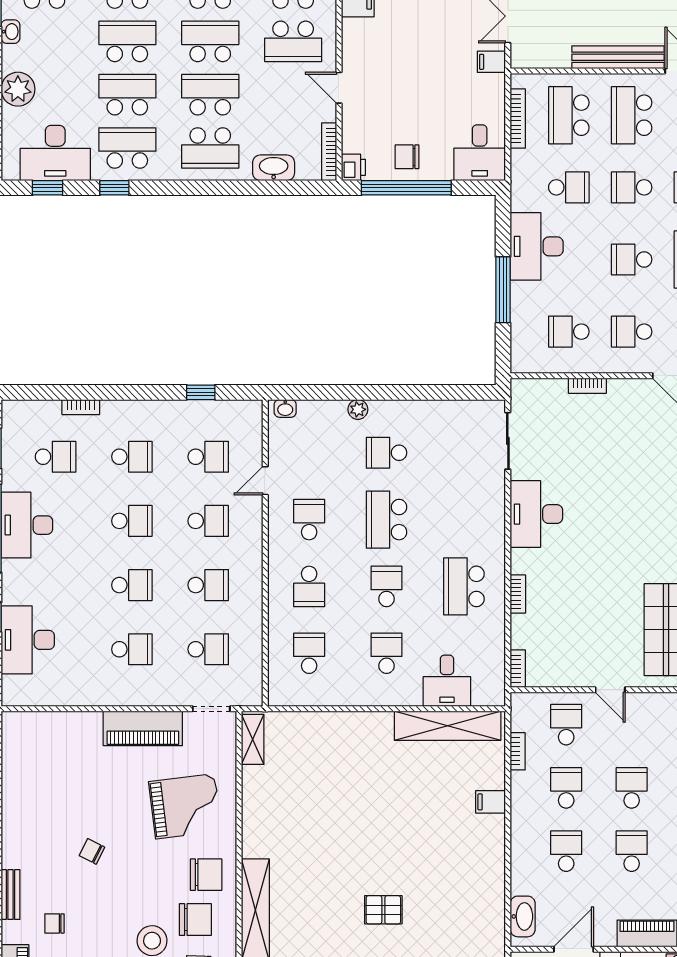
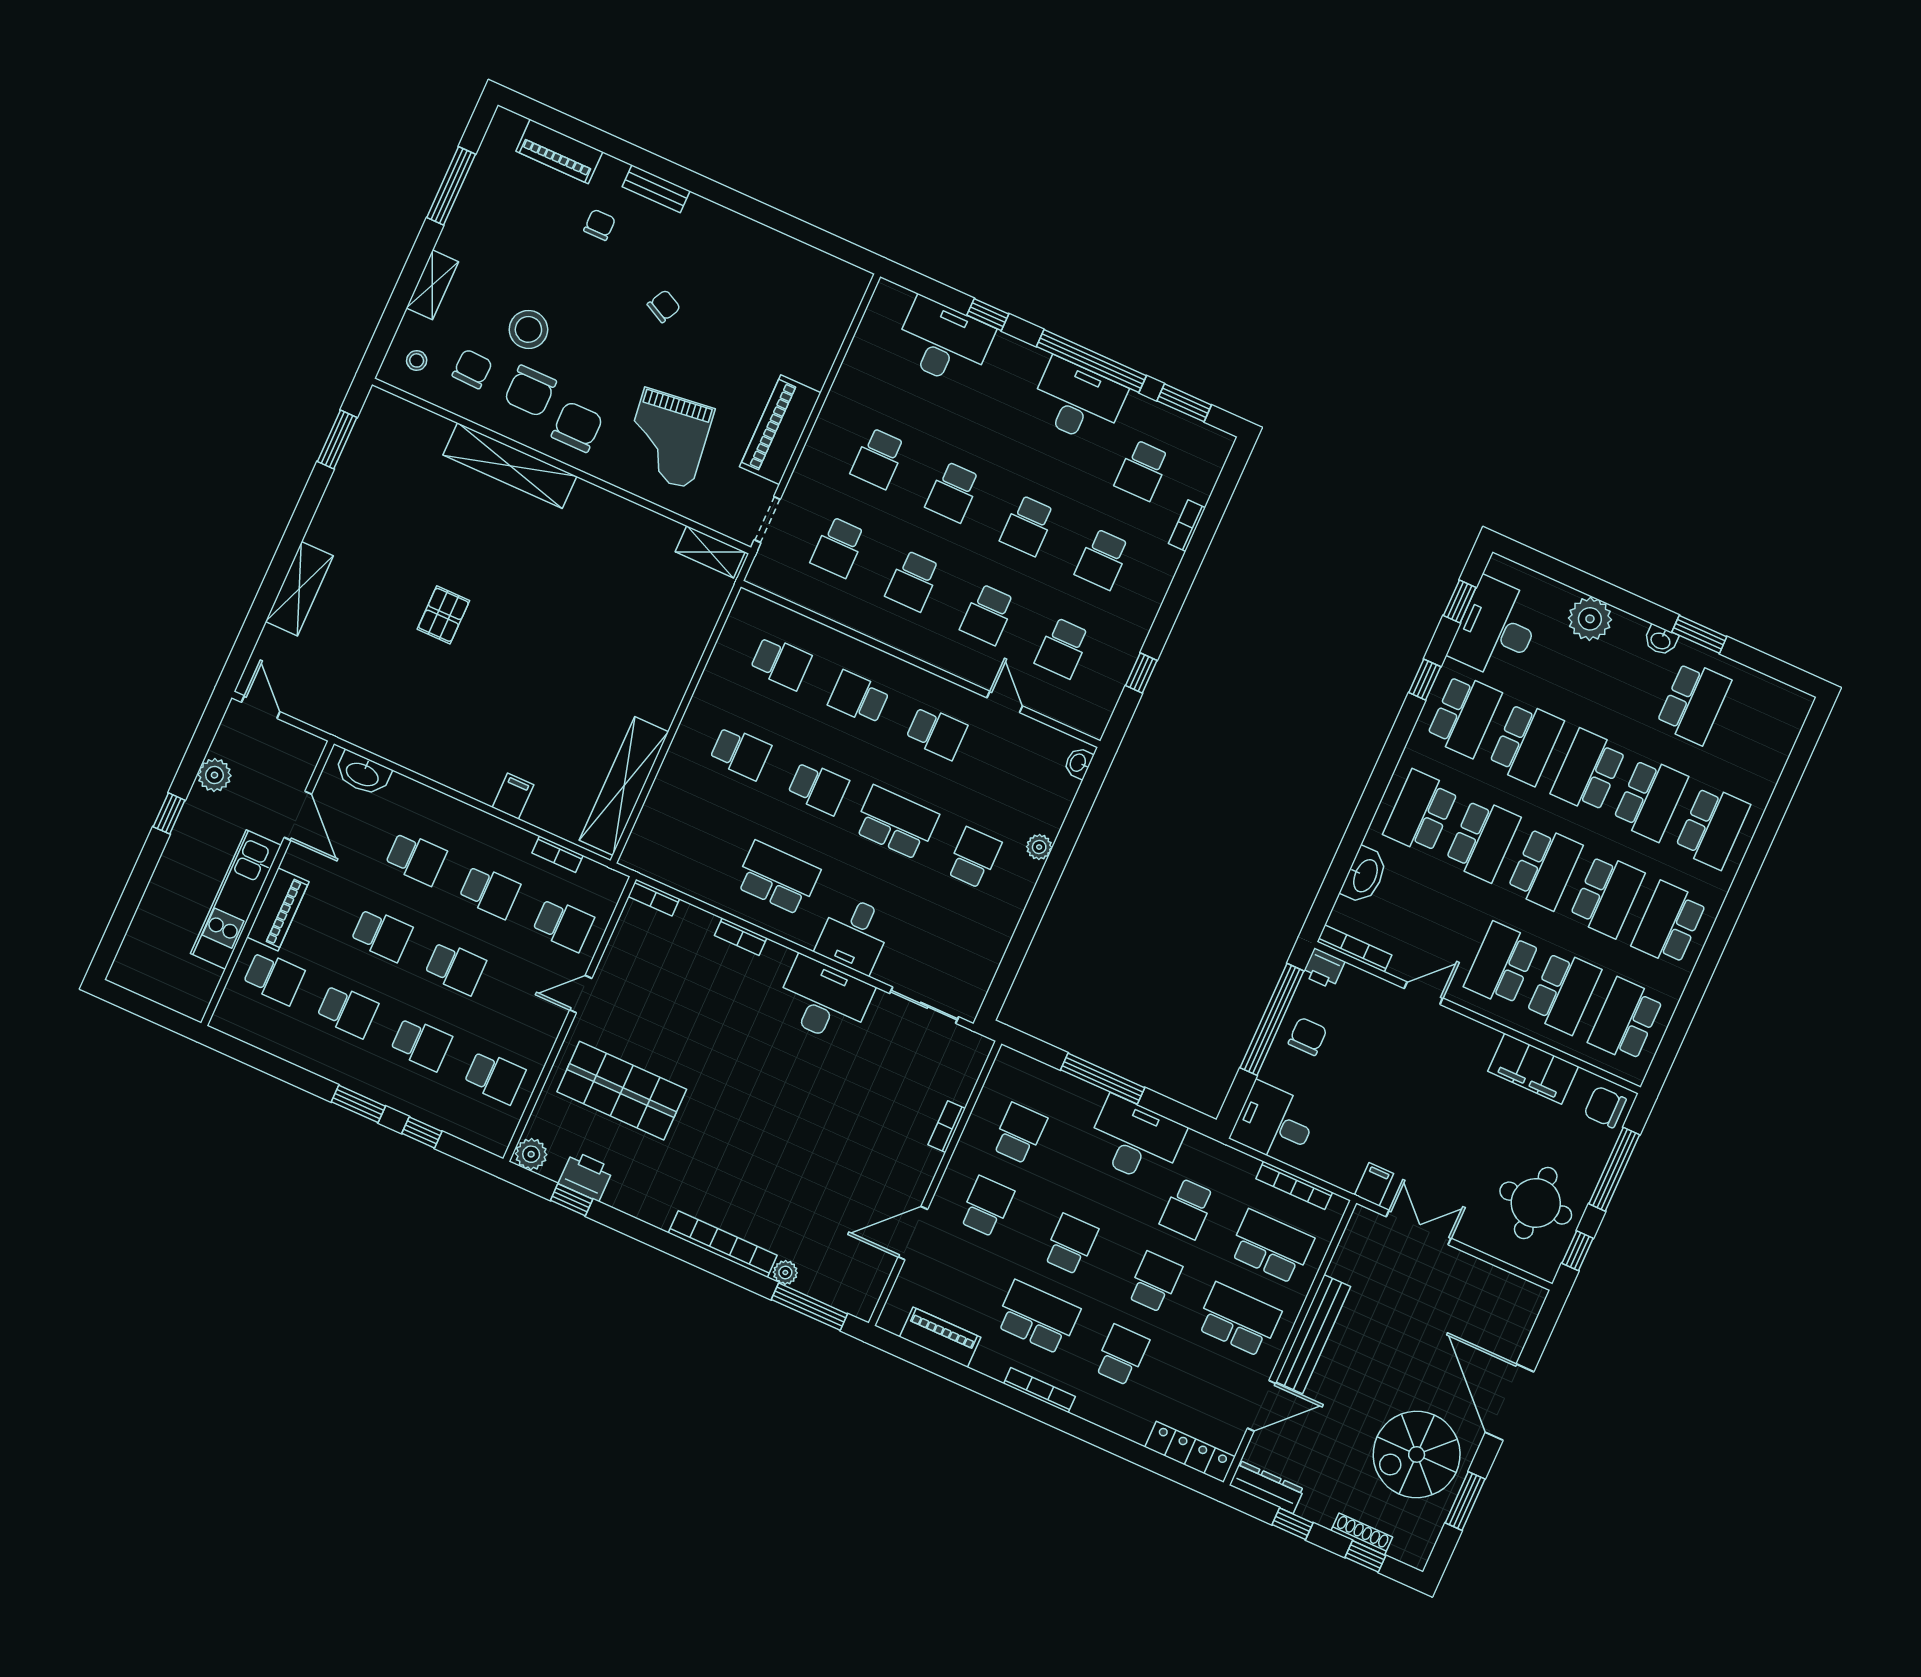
school desk: (127, 41) -> (1588, 771), turned 180
desk: (447, 681) -> (854, 935), moved, turned -90
chair: (206, 875) -> (577, 427), turned 180

